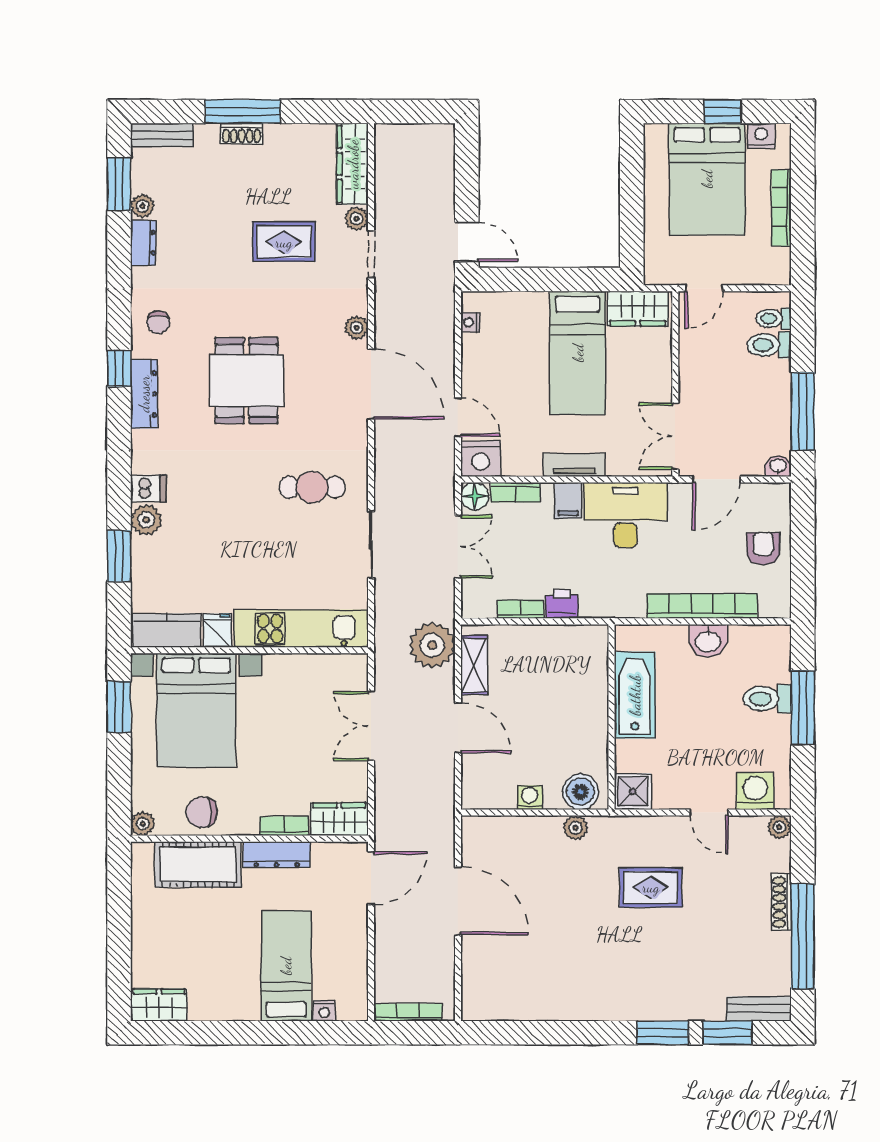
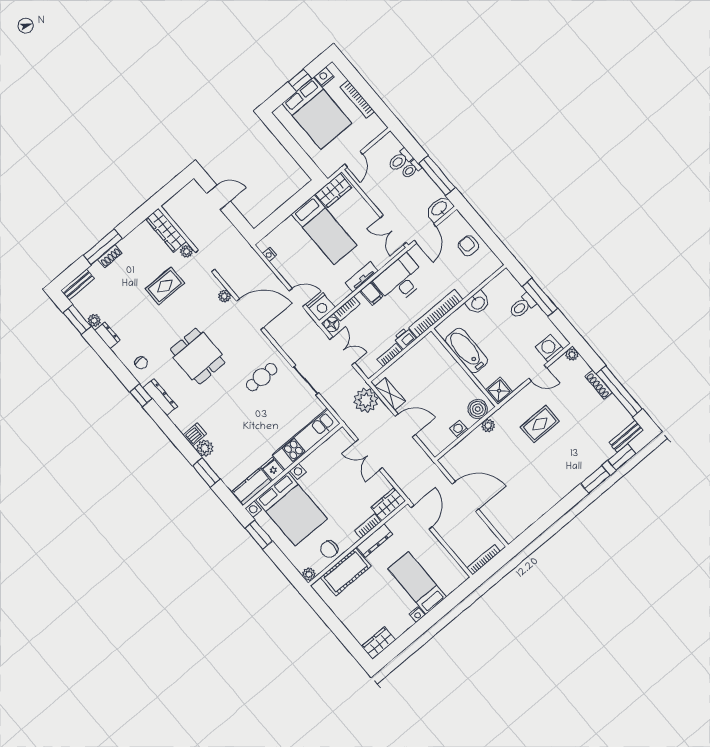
door: (467, 242) -> (218, 197), moved
toilet: (774, 319) -> (411, 169), moved
washbasin: (778, 466) -> (439, 209), width x1.91, depth x1.45
bookcase: (702, 606) -> (436, 314), moved
nightstand: (324, 1011) -> (417, 615), moved

